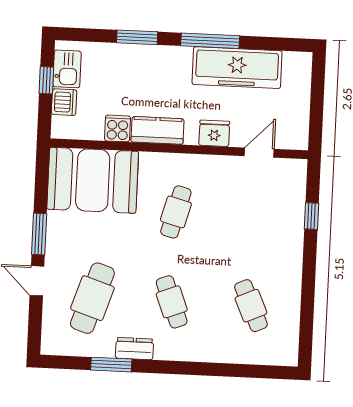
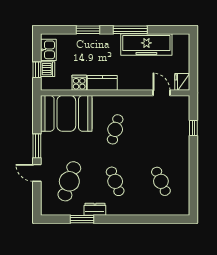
window: (46, 80) -> (37, 70), moved
fridge: (214, 133) -> (182, 82), moved, turned -90
door: (259, 153) -> (162, 93), hinge flipped

